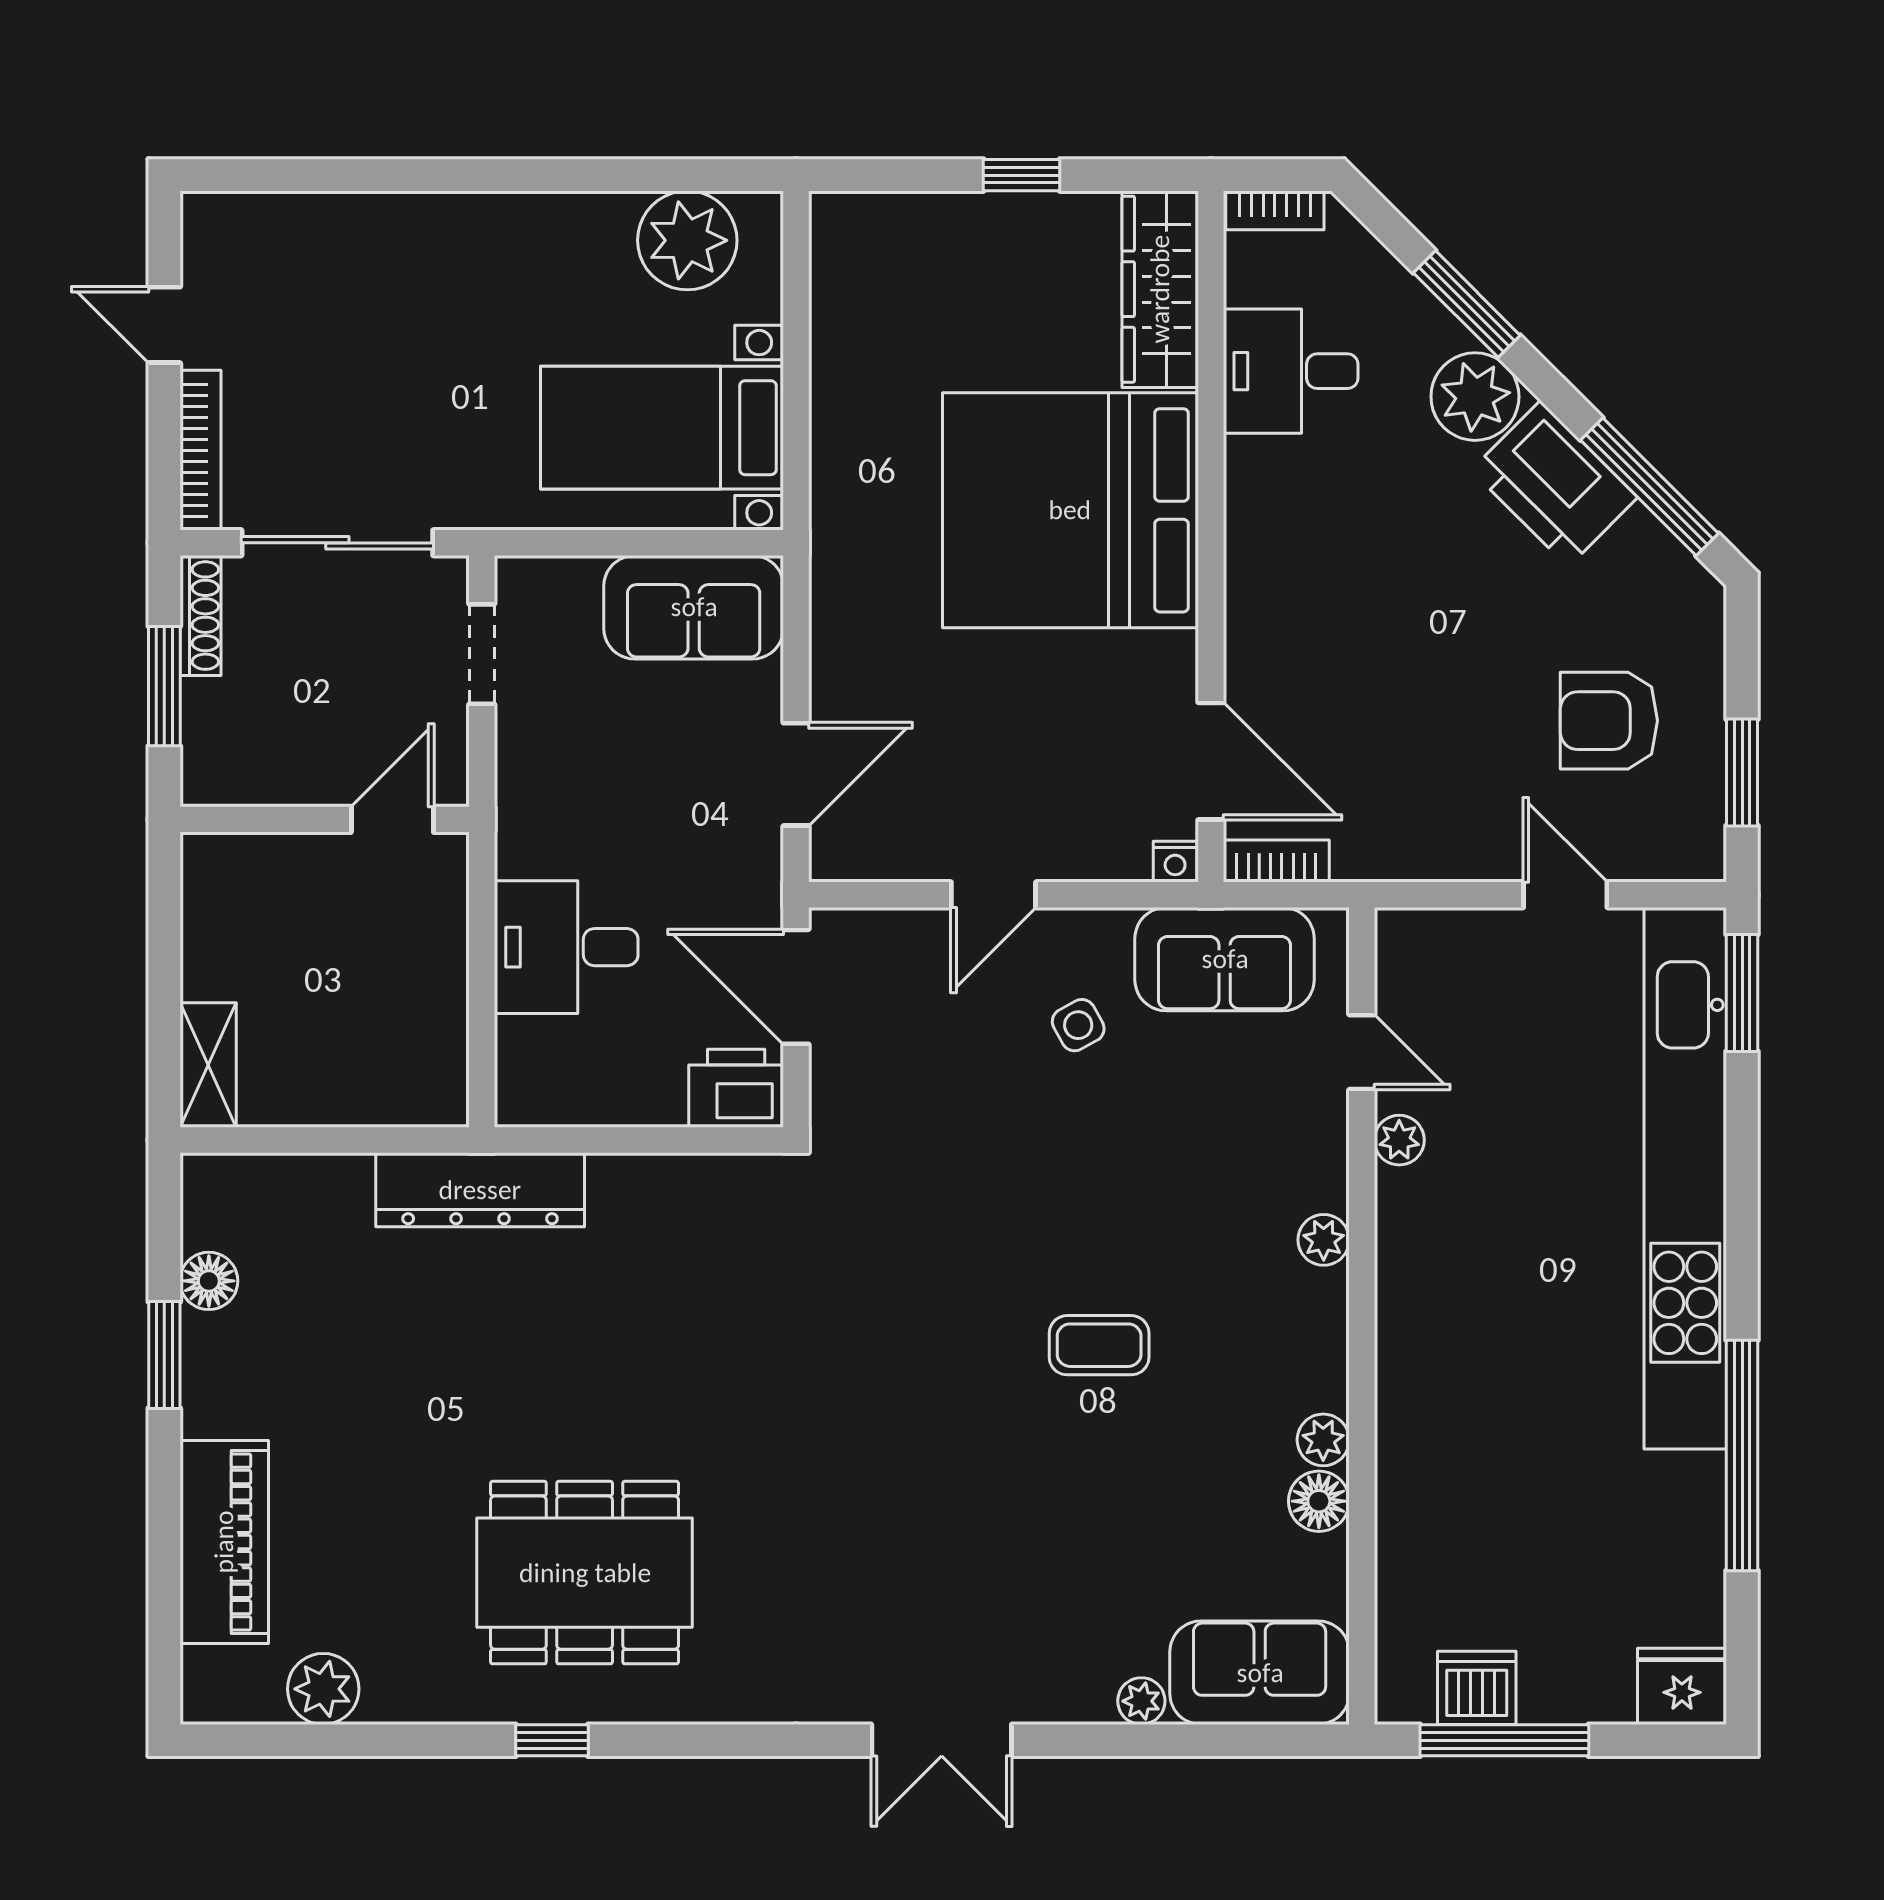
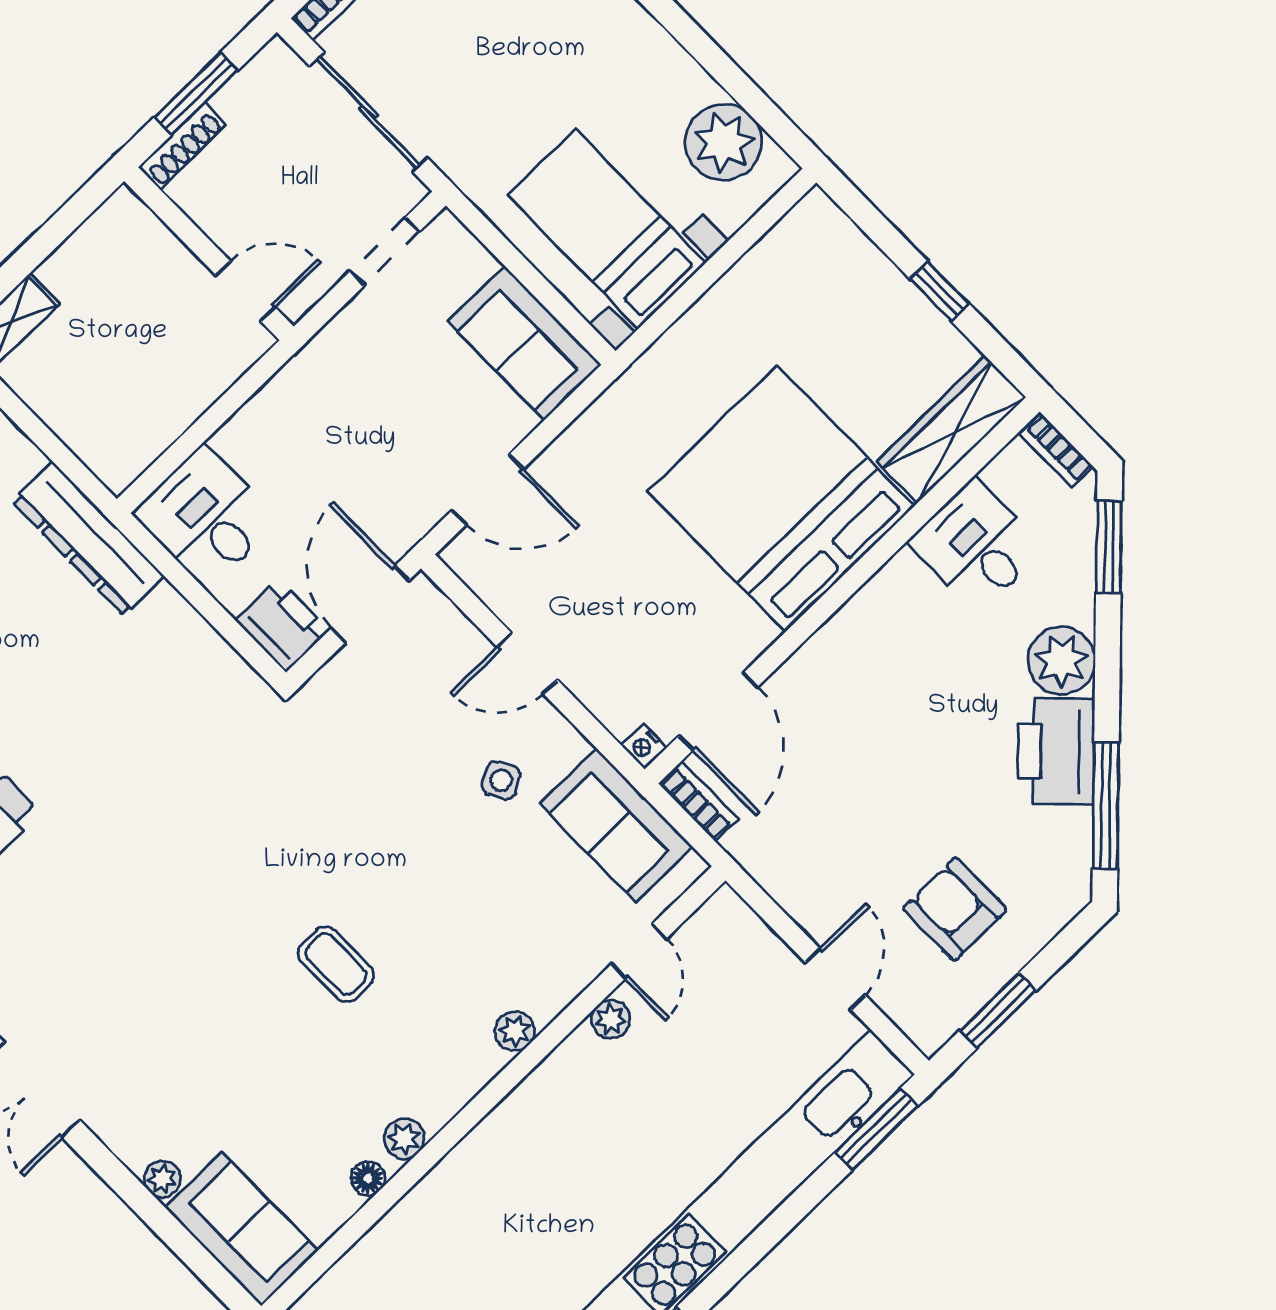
window: (1467, 304) -> (1109, 547), moved
shoe rack: (200, 616) -> (182, 146), moved
desk: (566, 947) -> (206, 517), moved
floor lamp: (1319, 1501) -> (368, 1178), width x0.73, depth x0.73

